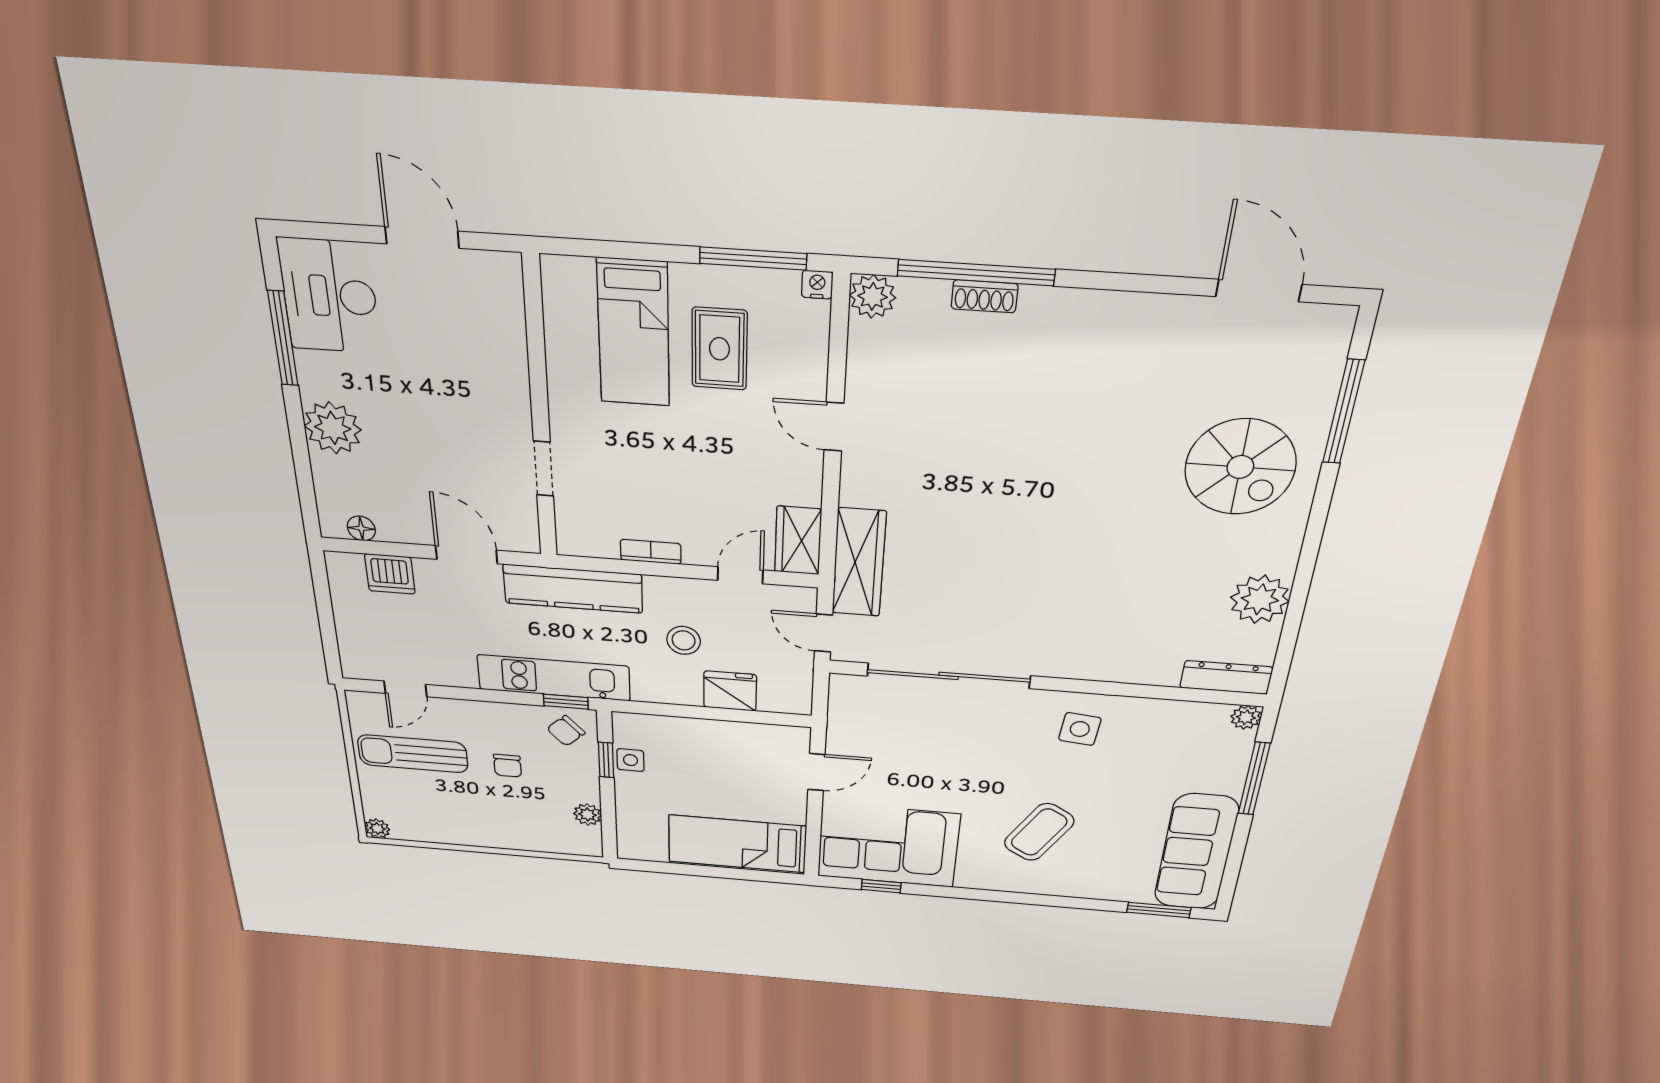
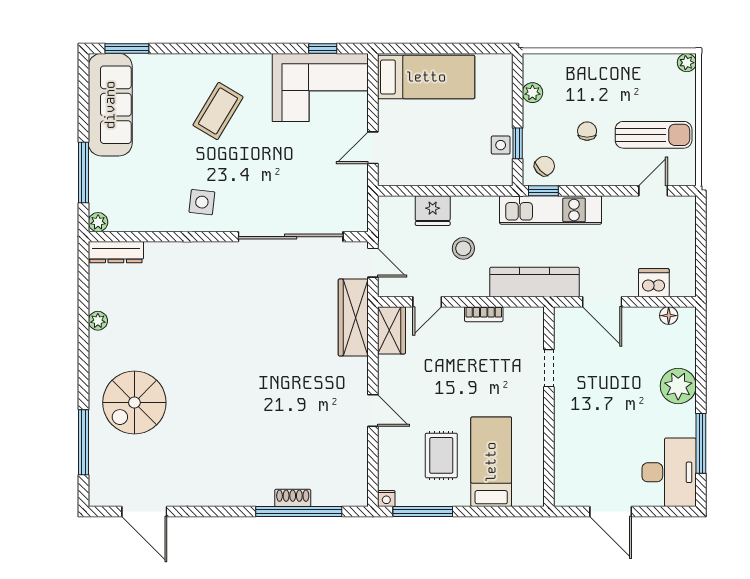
plant: (873, 296) -> (355, 494), removed
spiral stairs: (1240, 467) -> (134, 403), turned -90
plant: (1260, 599) -> (98, 321), width x0.53, depth x0.53

